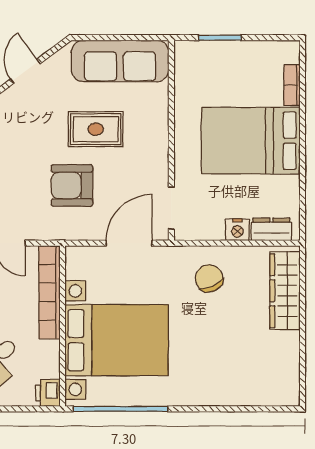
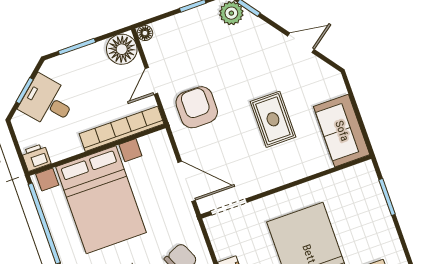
sofa: (120, 61) -> (342, 131), width x0.73
armchair: (72, 185) -> (197, 107), moved

